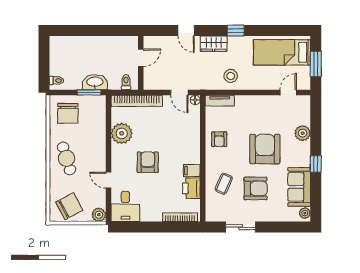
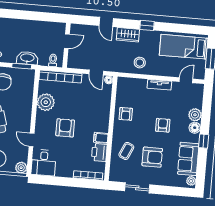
tv unit: (220, 101) -> (159, 85), moved
armchair: (265, 149) -> (163, 125), width x0.53, depth x0.53
floor lamp: (304, 149) -> (195, 128), added

